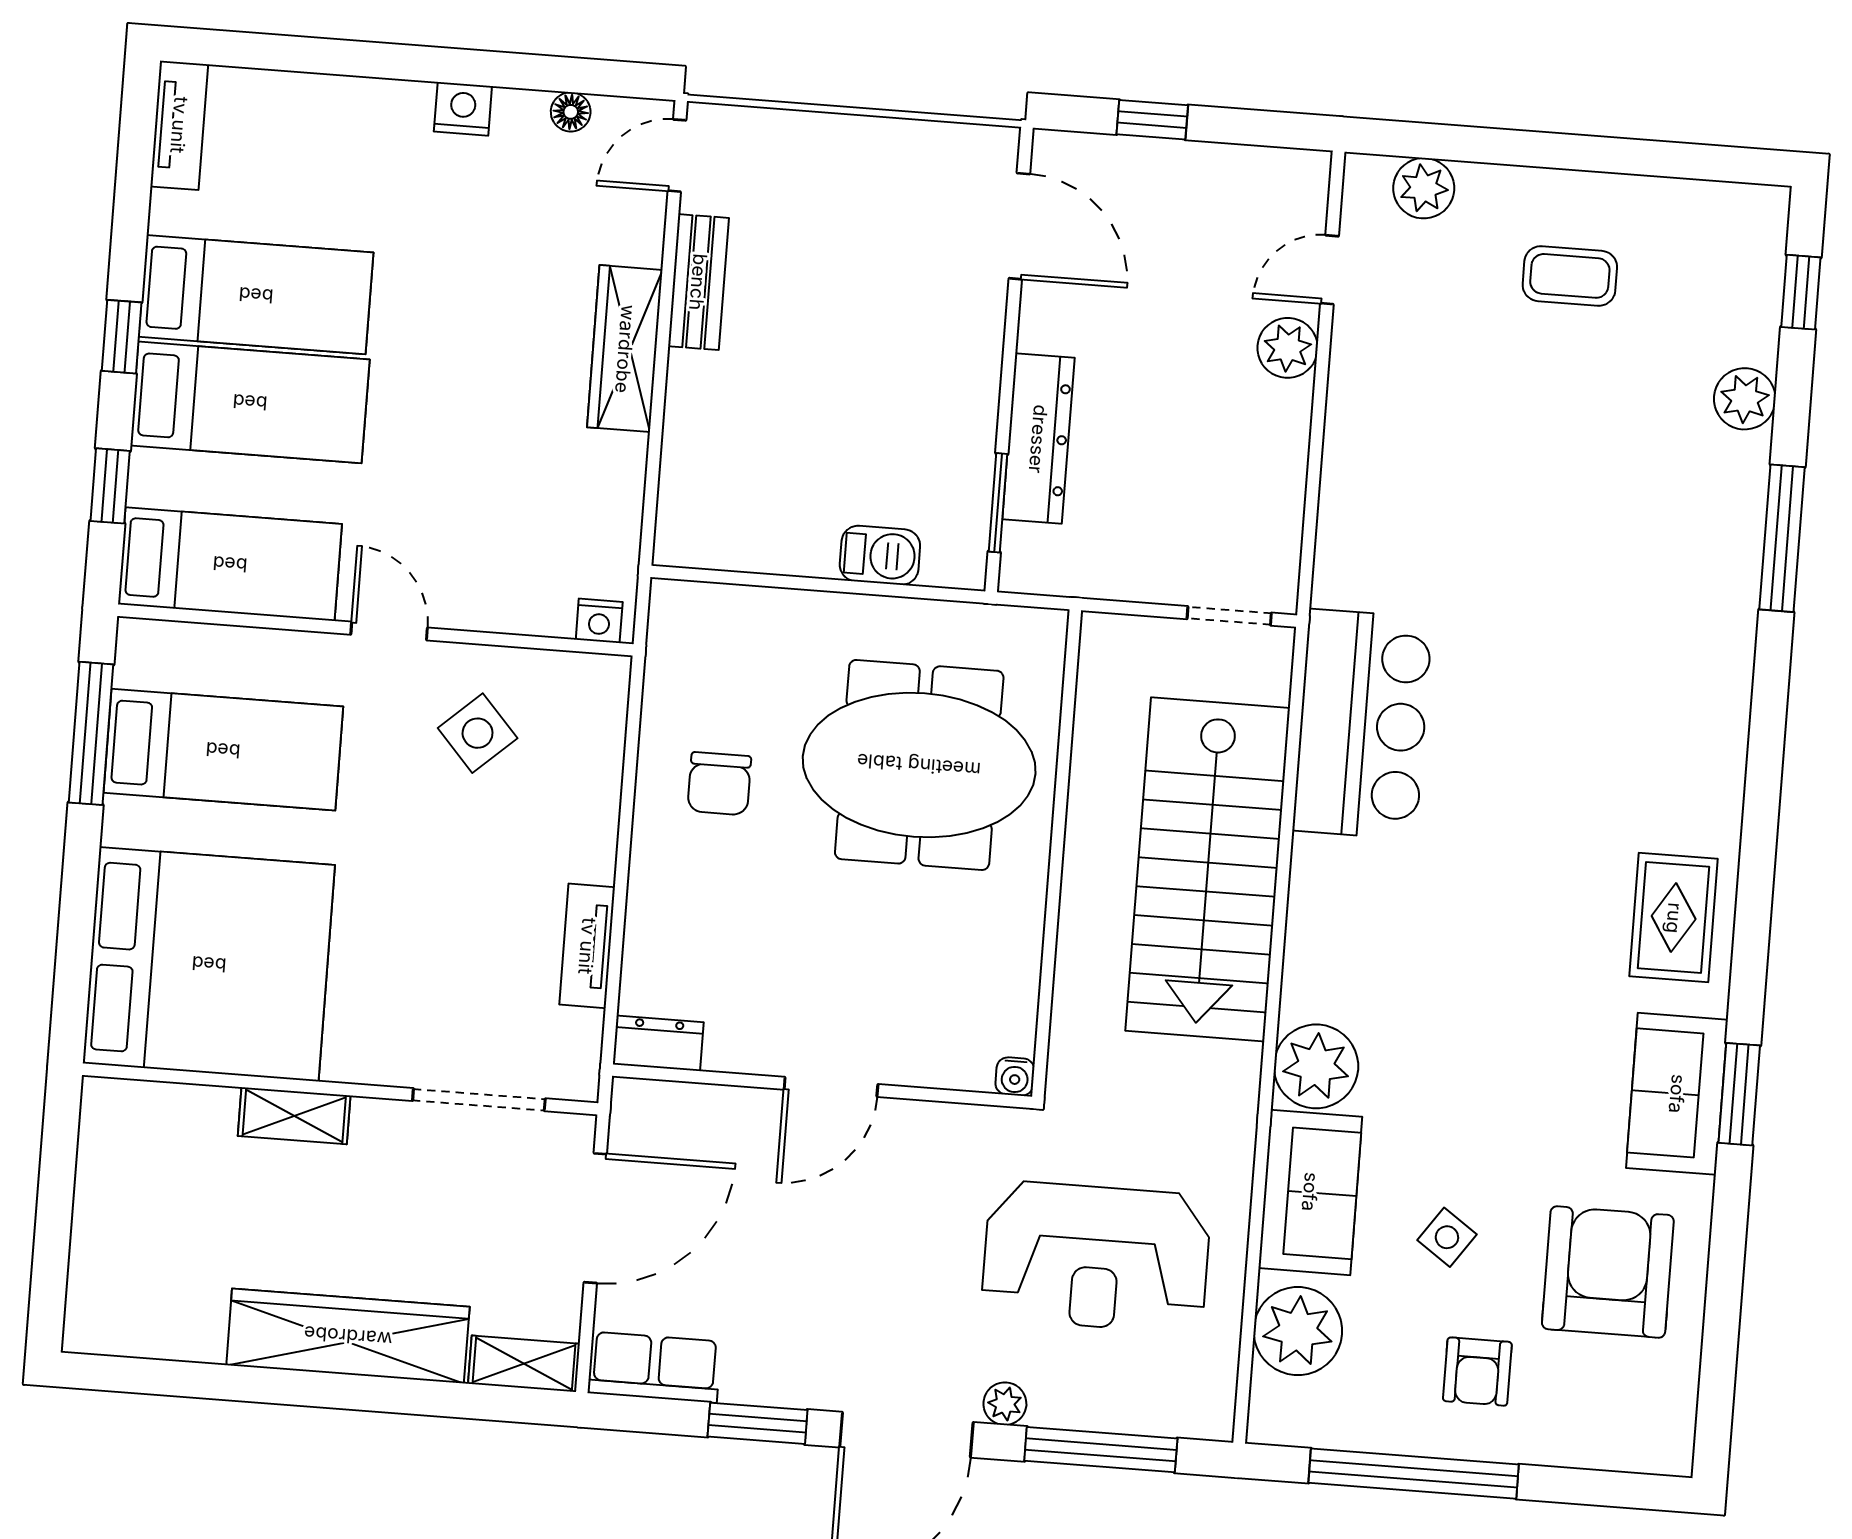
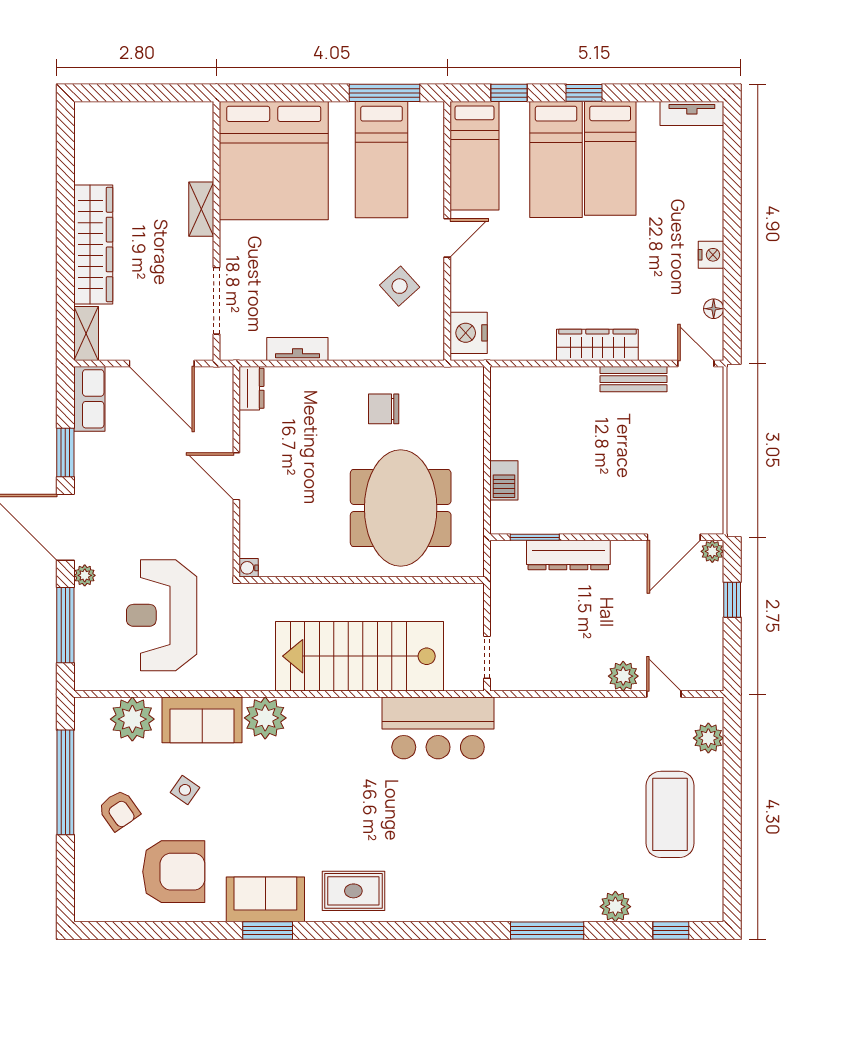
plant: (1053, 152) -> (712, 551), added
coffee table: (1570, 276) -> (670, 814), width x1.86, depth x1.72
nightstand: (599, 621) -> (469, 333), width x1.89, depth x1.79
armchair: (1477, 1372) -> (119, 810), turned -125

